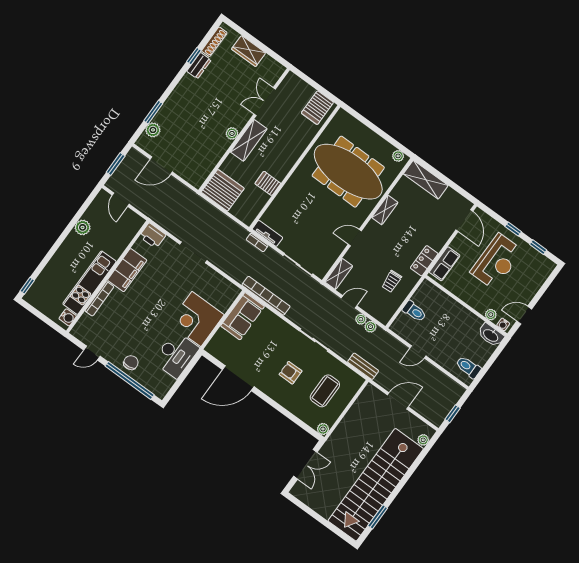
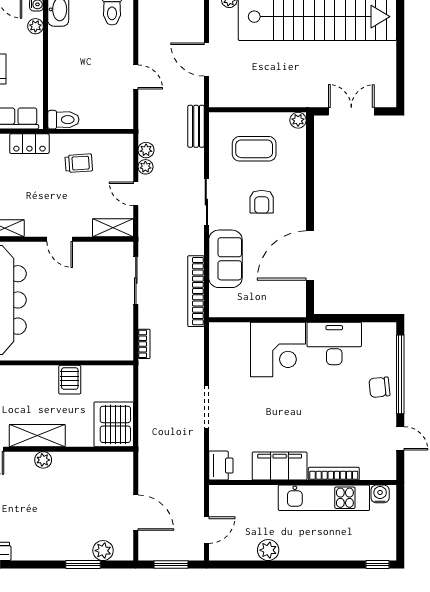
tv unit: (267, 233) -> (126, 340), removed
toilet: (414, 311) -> (63, 120), moved, turned 90
sofa: (243, 316) -> (225, 259), moved, turned 90
door: (238, 378) -> (310, 256), swing flipped

